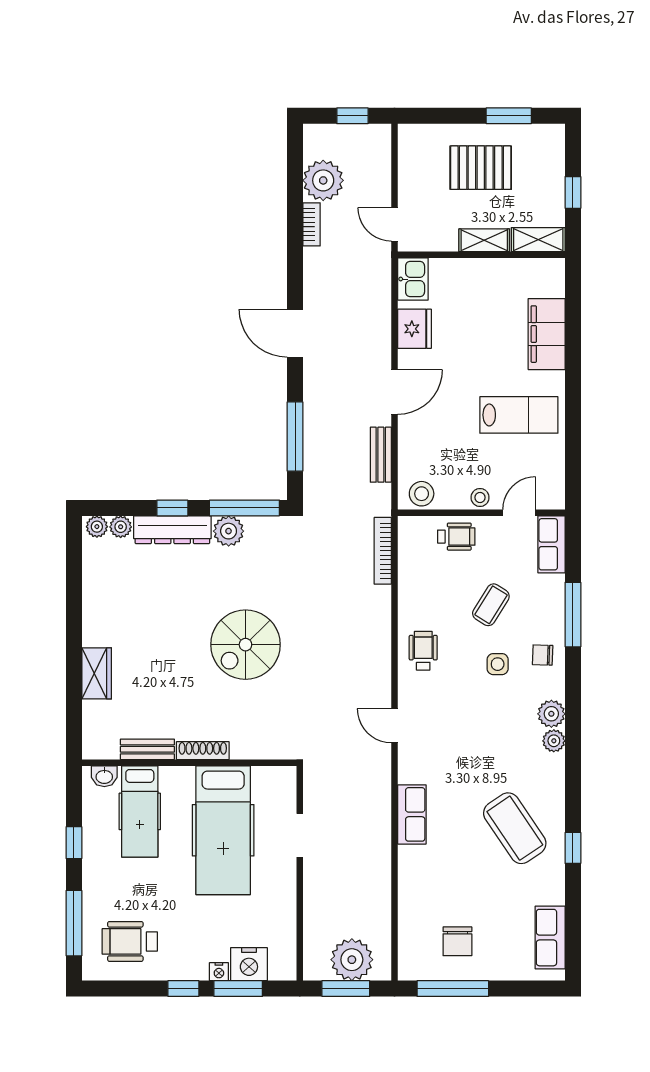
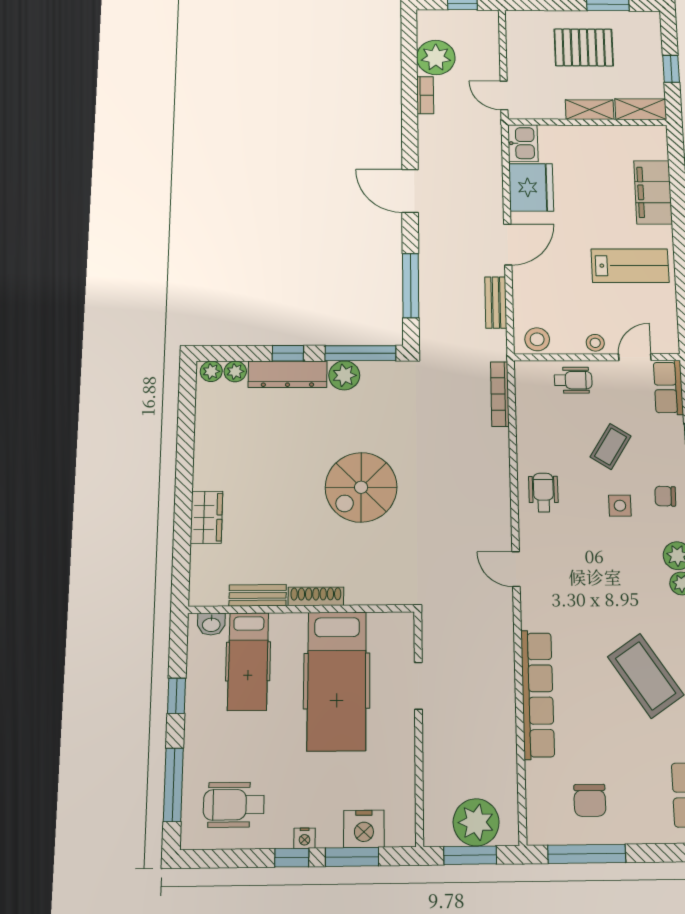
fridge: (414, 329) -> (531, 187), width x1.36, depth x1.34
row of seats: (412, 814) -> (538, 694), width x2.02
nightstand: (219, 972) -> (305, 838), moved

